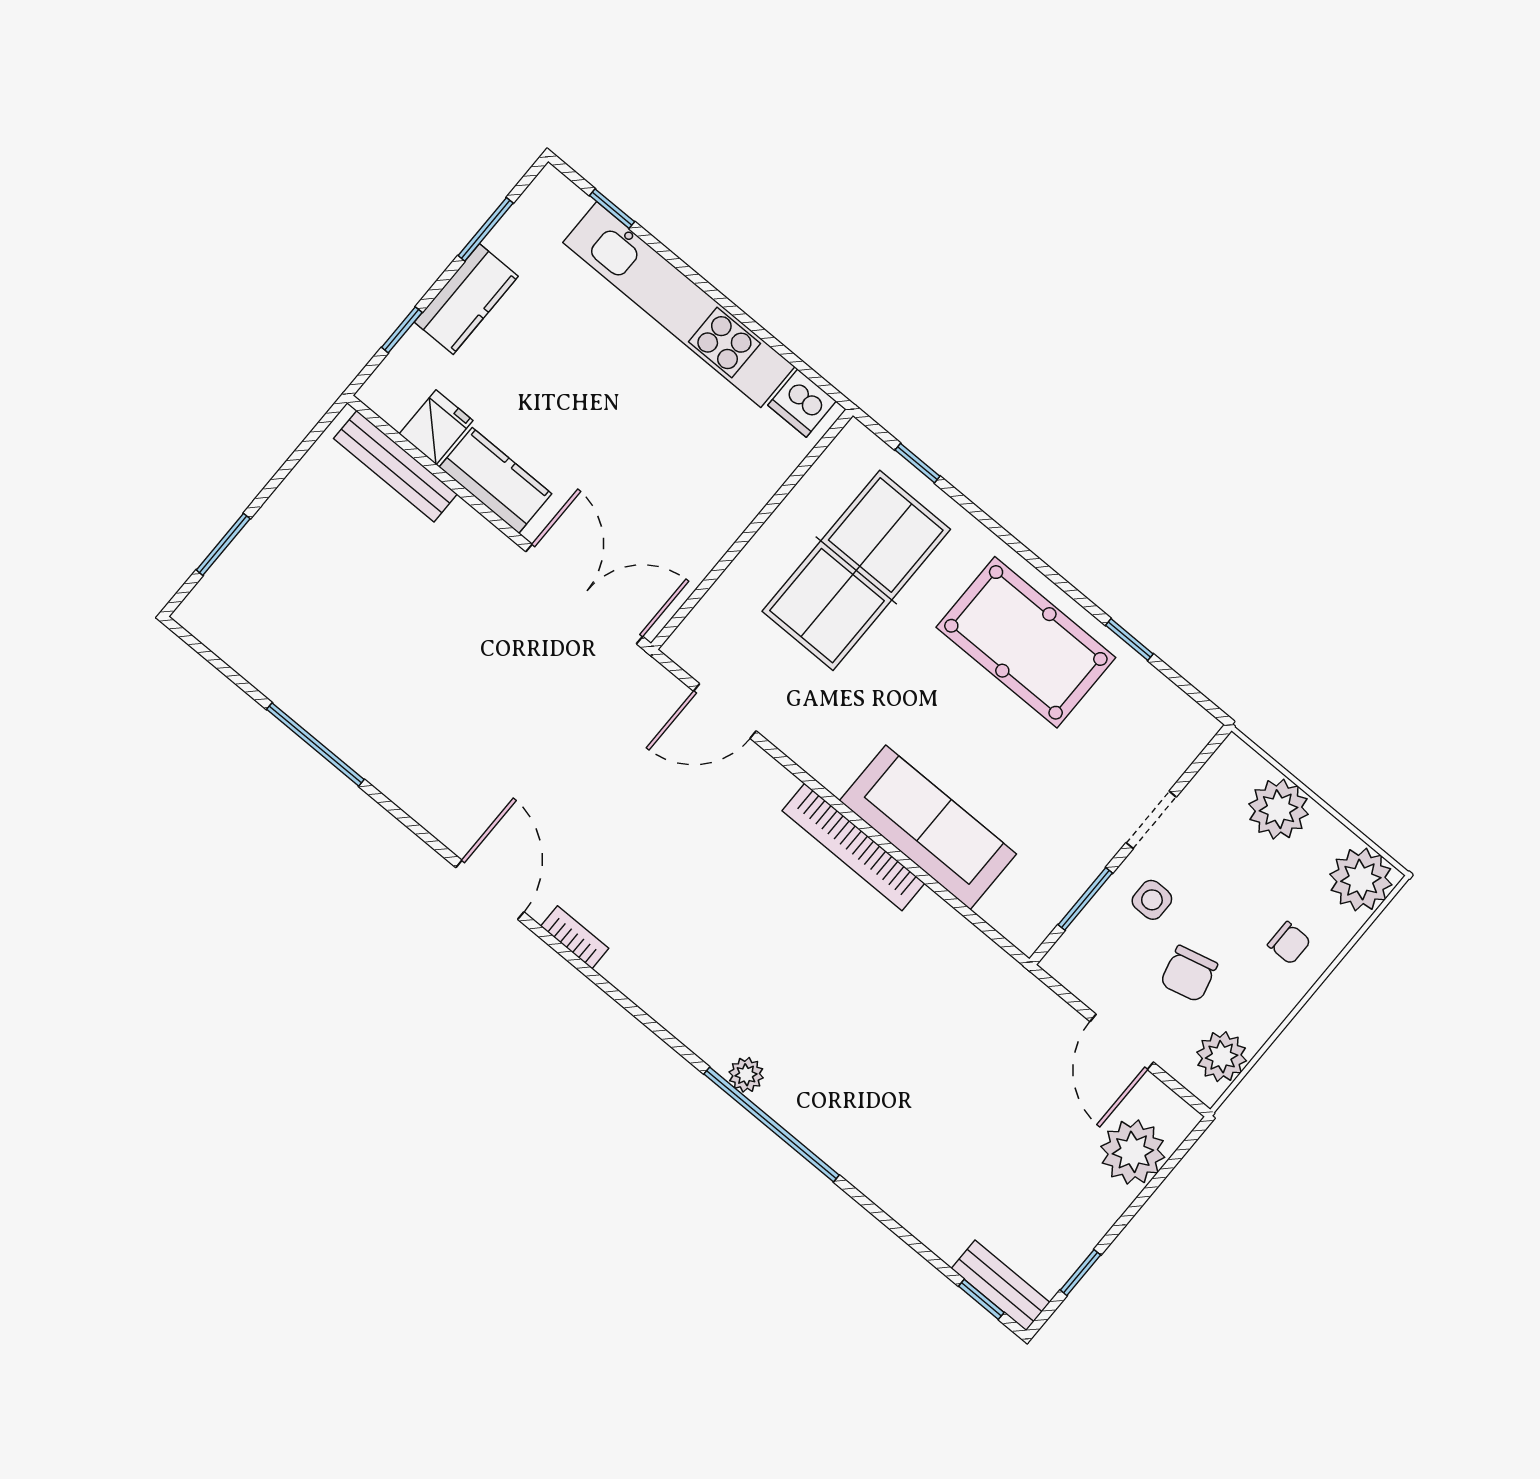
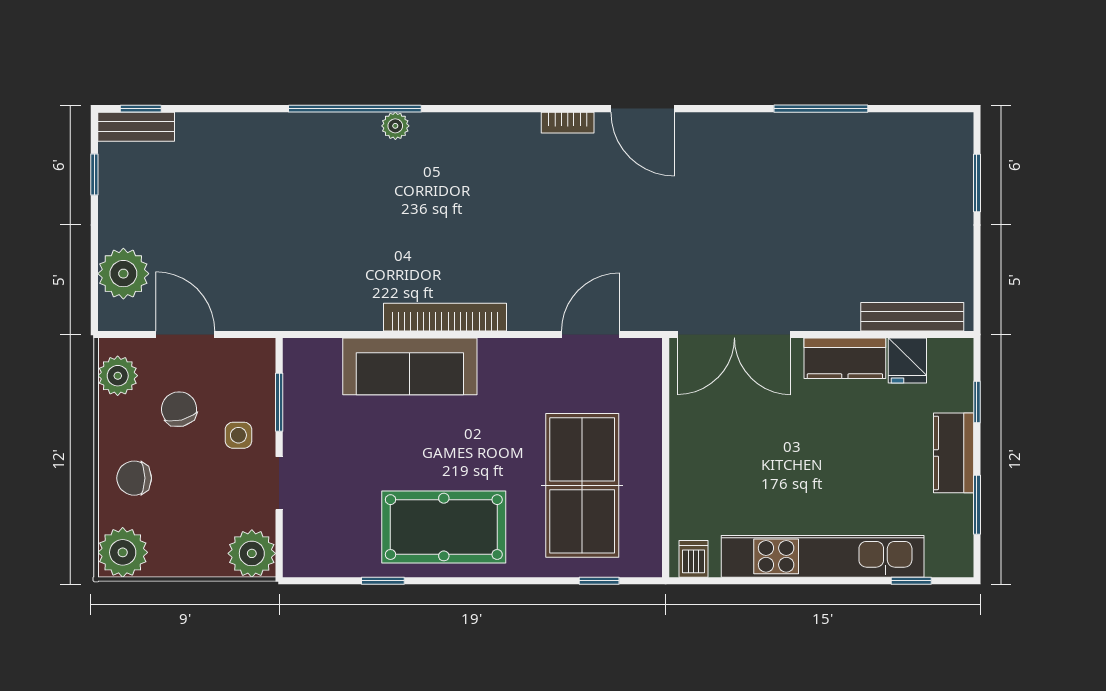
dishwasher: (802, 403) -> (693, 559), width x0.73
plant: (1279, 809) -> (252, 553), moved
chair: (1289, 943) -> (134, 478), width x1.37, depth x1.37

